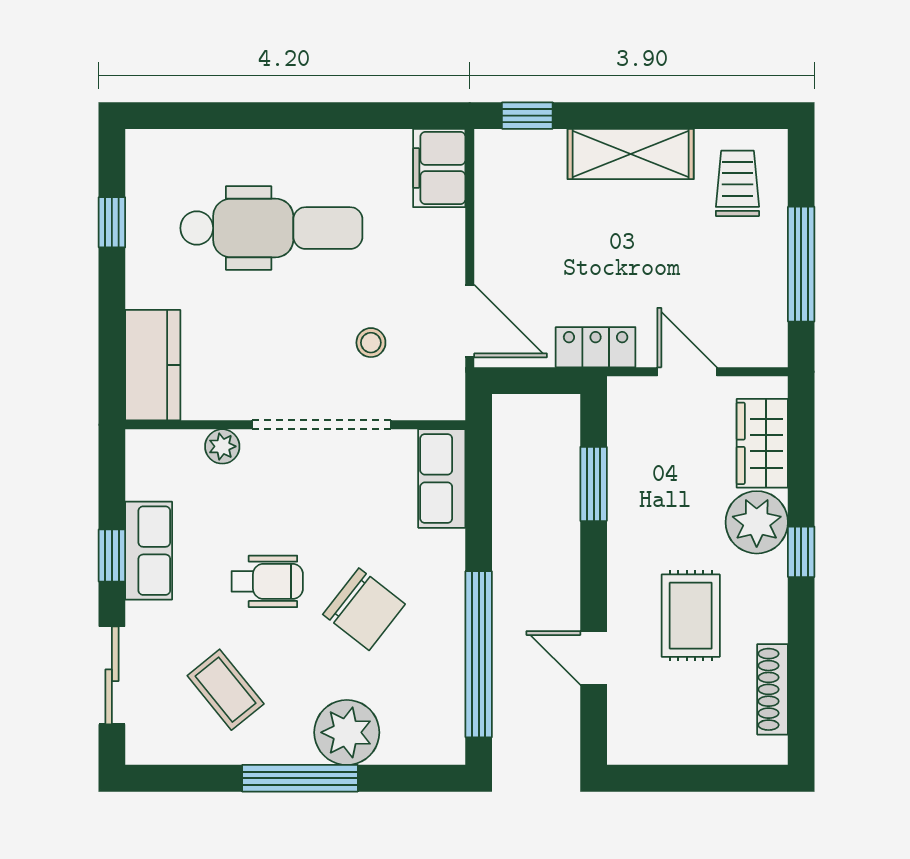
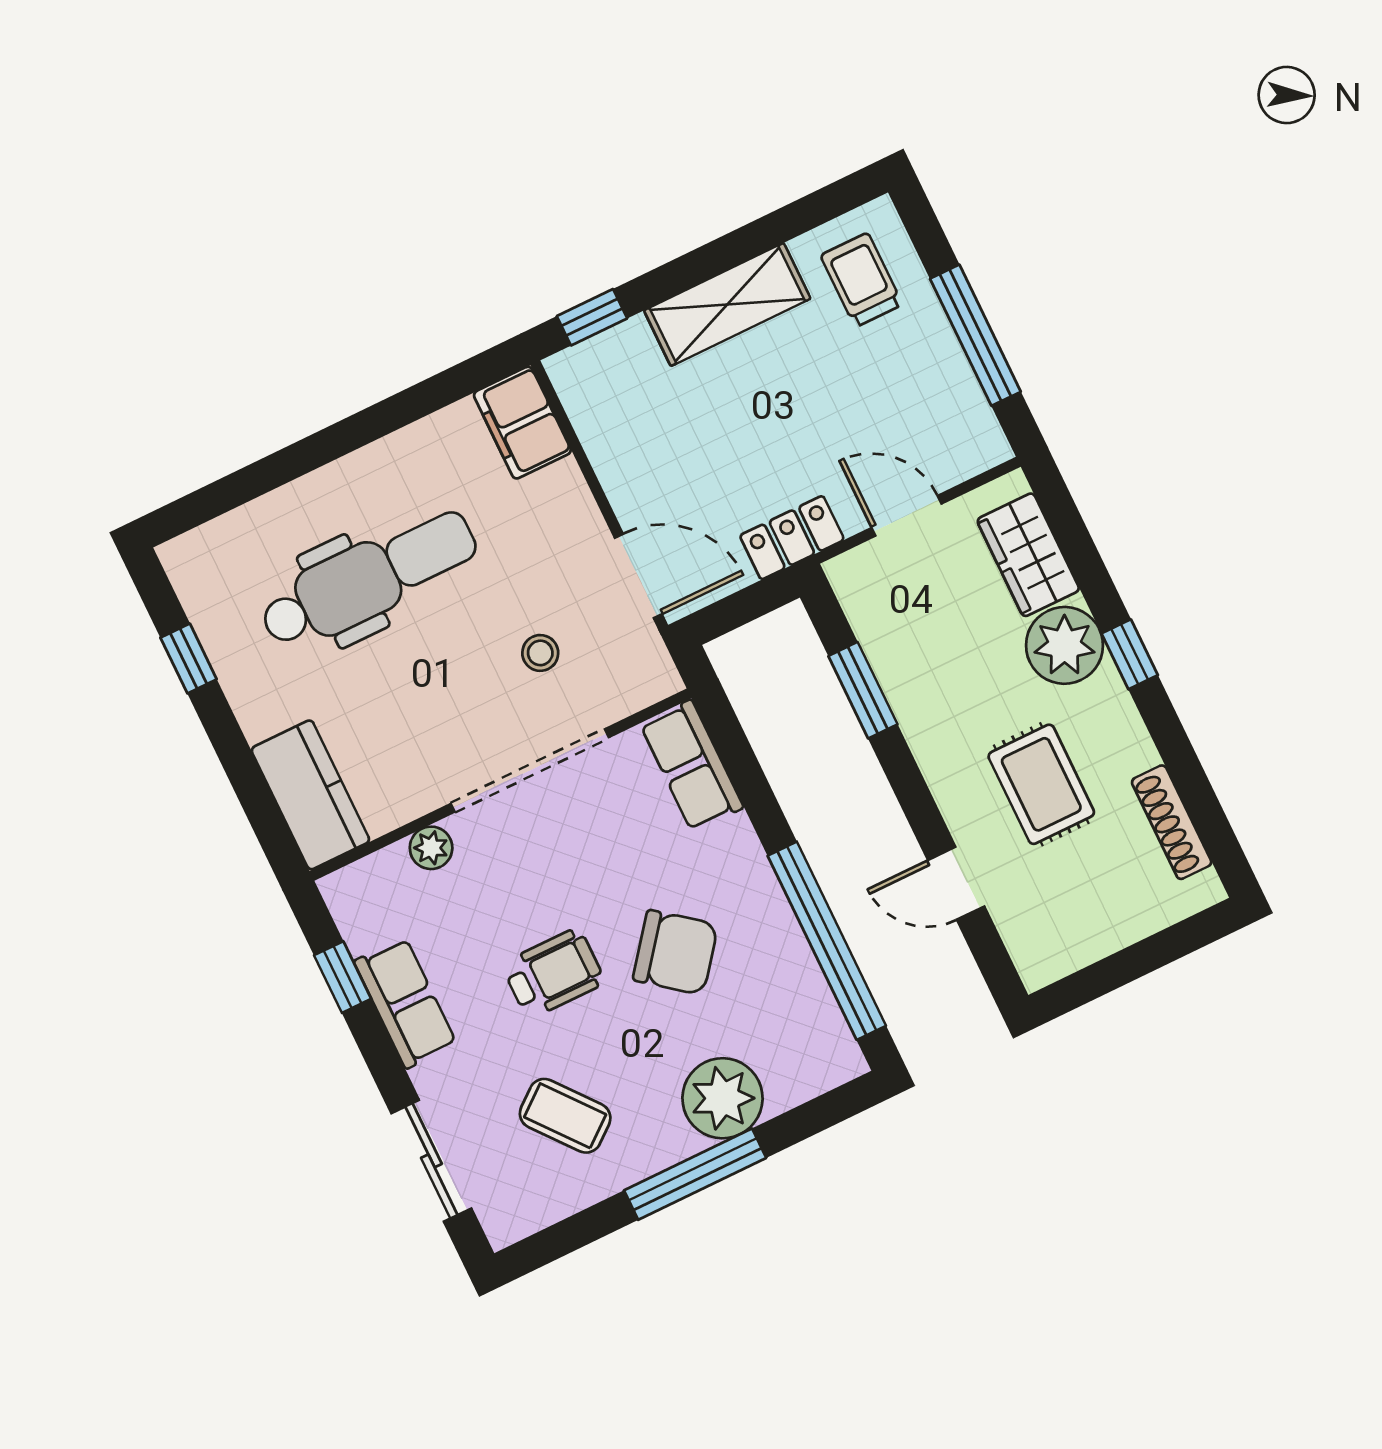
window: (112, 556) -> (343, 977), moved

